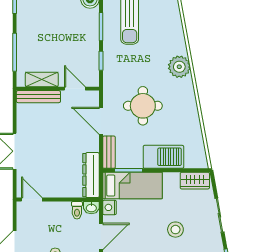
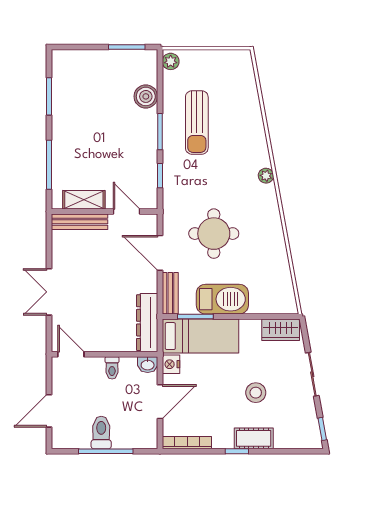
plant: (179, 67) -> (266, 176), width x0.53, depth x0.53
barbecue: (163, 157) -> (222, 299), moved
toilet: (77, 210) -> (112, 368), moved

